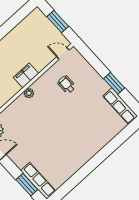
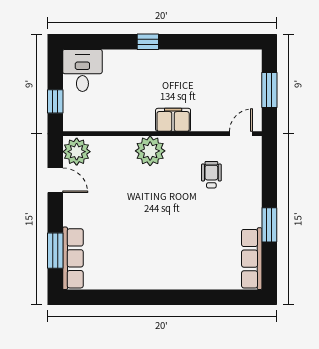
door: (63, 53) -> (241, 134), hinge flipped
plant: (29, 93) -> (150, 151), width x1.87, depth x1.87

